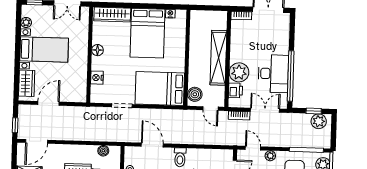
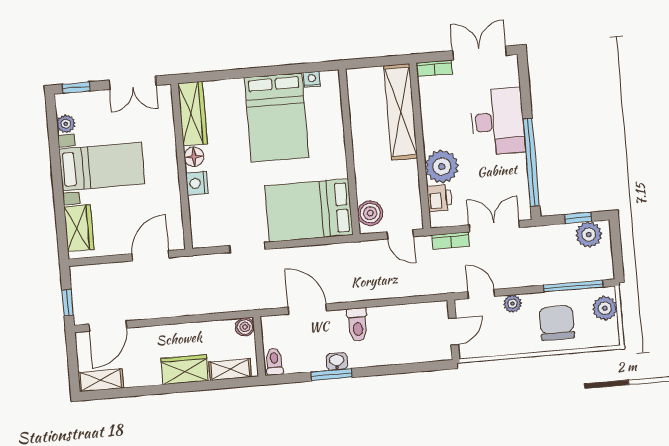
wardrobe: (112, 14) -> (193, 114), moved, turned -90
shelving: (218, 58) -> (401, 112), moved
desk: (273, 74) -> (498, 122), moved
nightstand: (97, 78) -> (197, 183), moved
door: (49, 103) -> (151, 256), moved
boiler: (103, 151) -> (245, 327), moved

